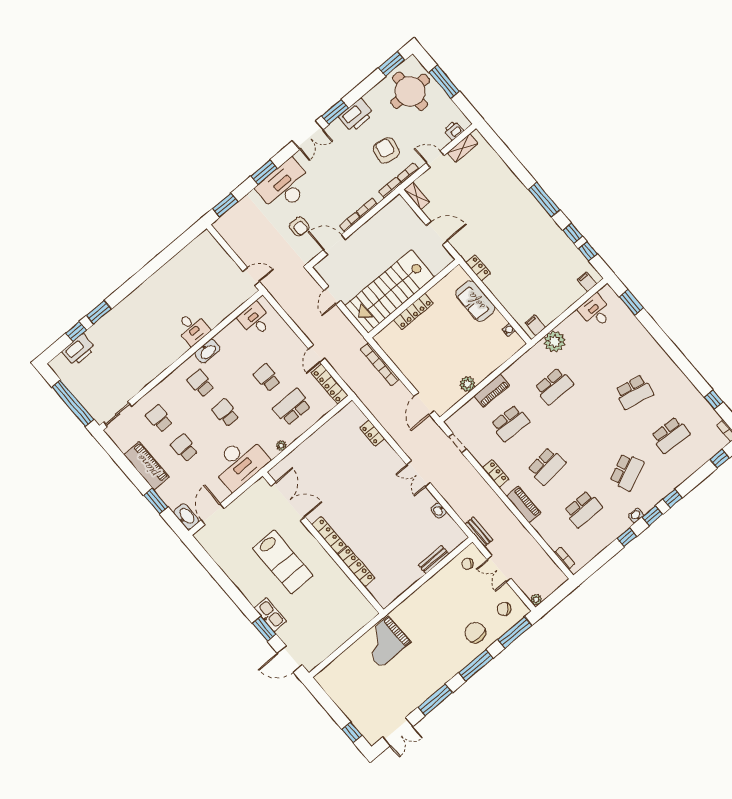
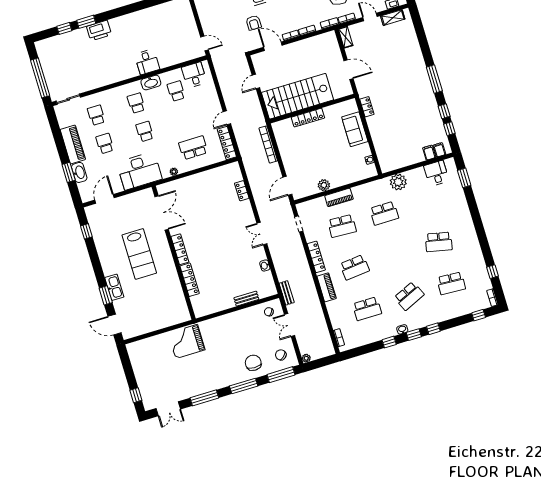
filing cabinet: (535, 325) -> (429, 153), moved
printer: (79, 350) -> (99, 31), moved
school desk: (267, 378) -> (176, 91), moved
locker: (496, 473) -> (316, 257), width x1.53
washbasin: (186, 516) -> (79, 172), moved
window: (208, 562) -> (86, 231), added

